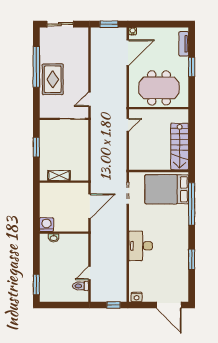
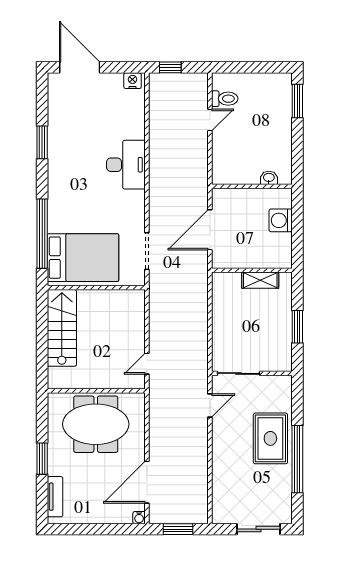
washing machine: (46, 225) -> (281, 220), moved, turned 90

